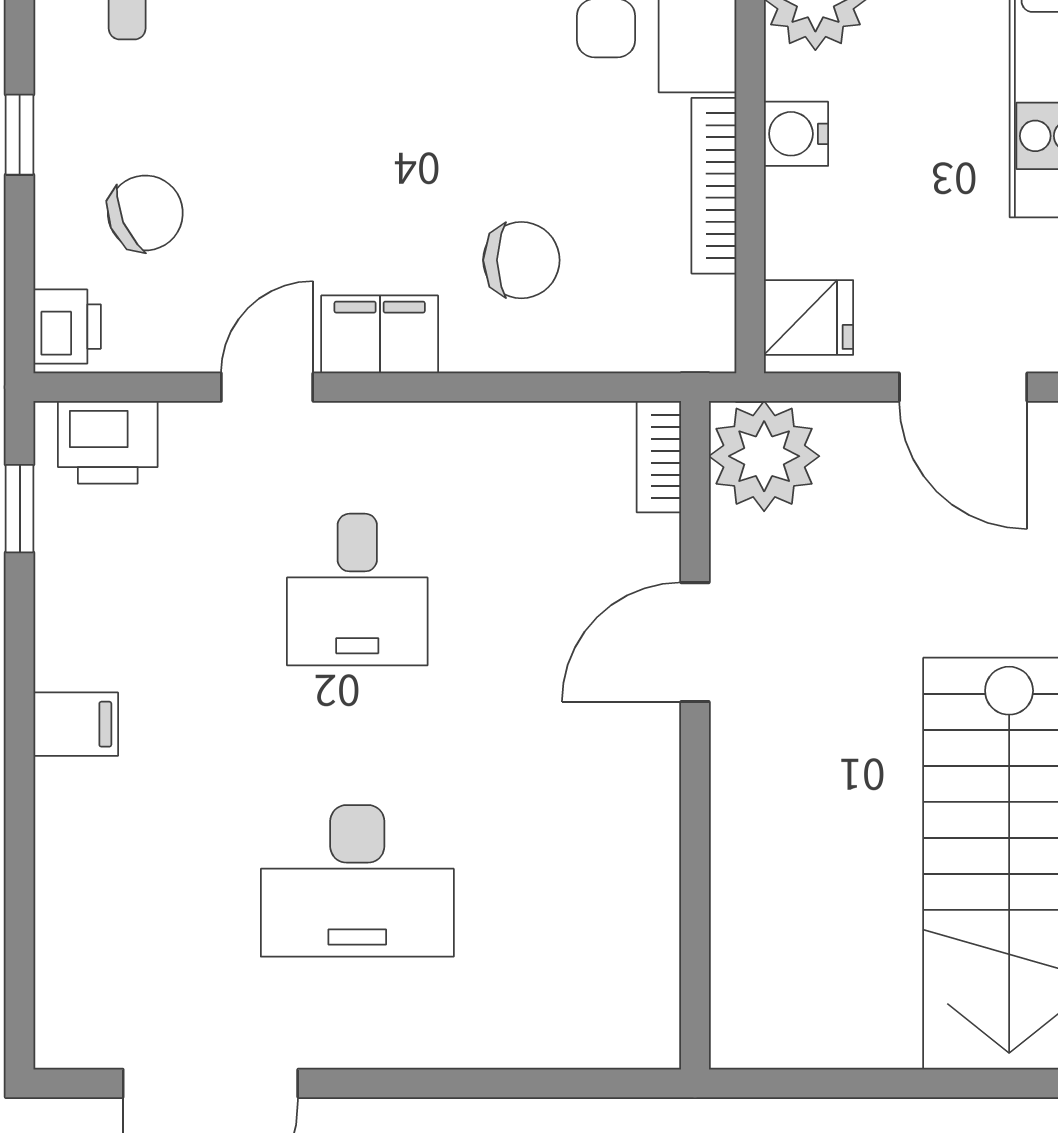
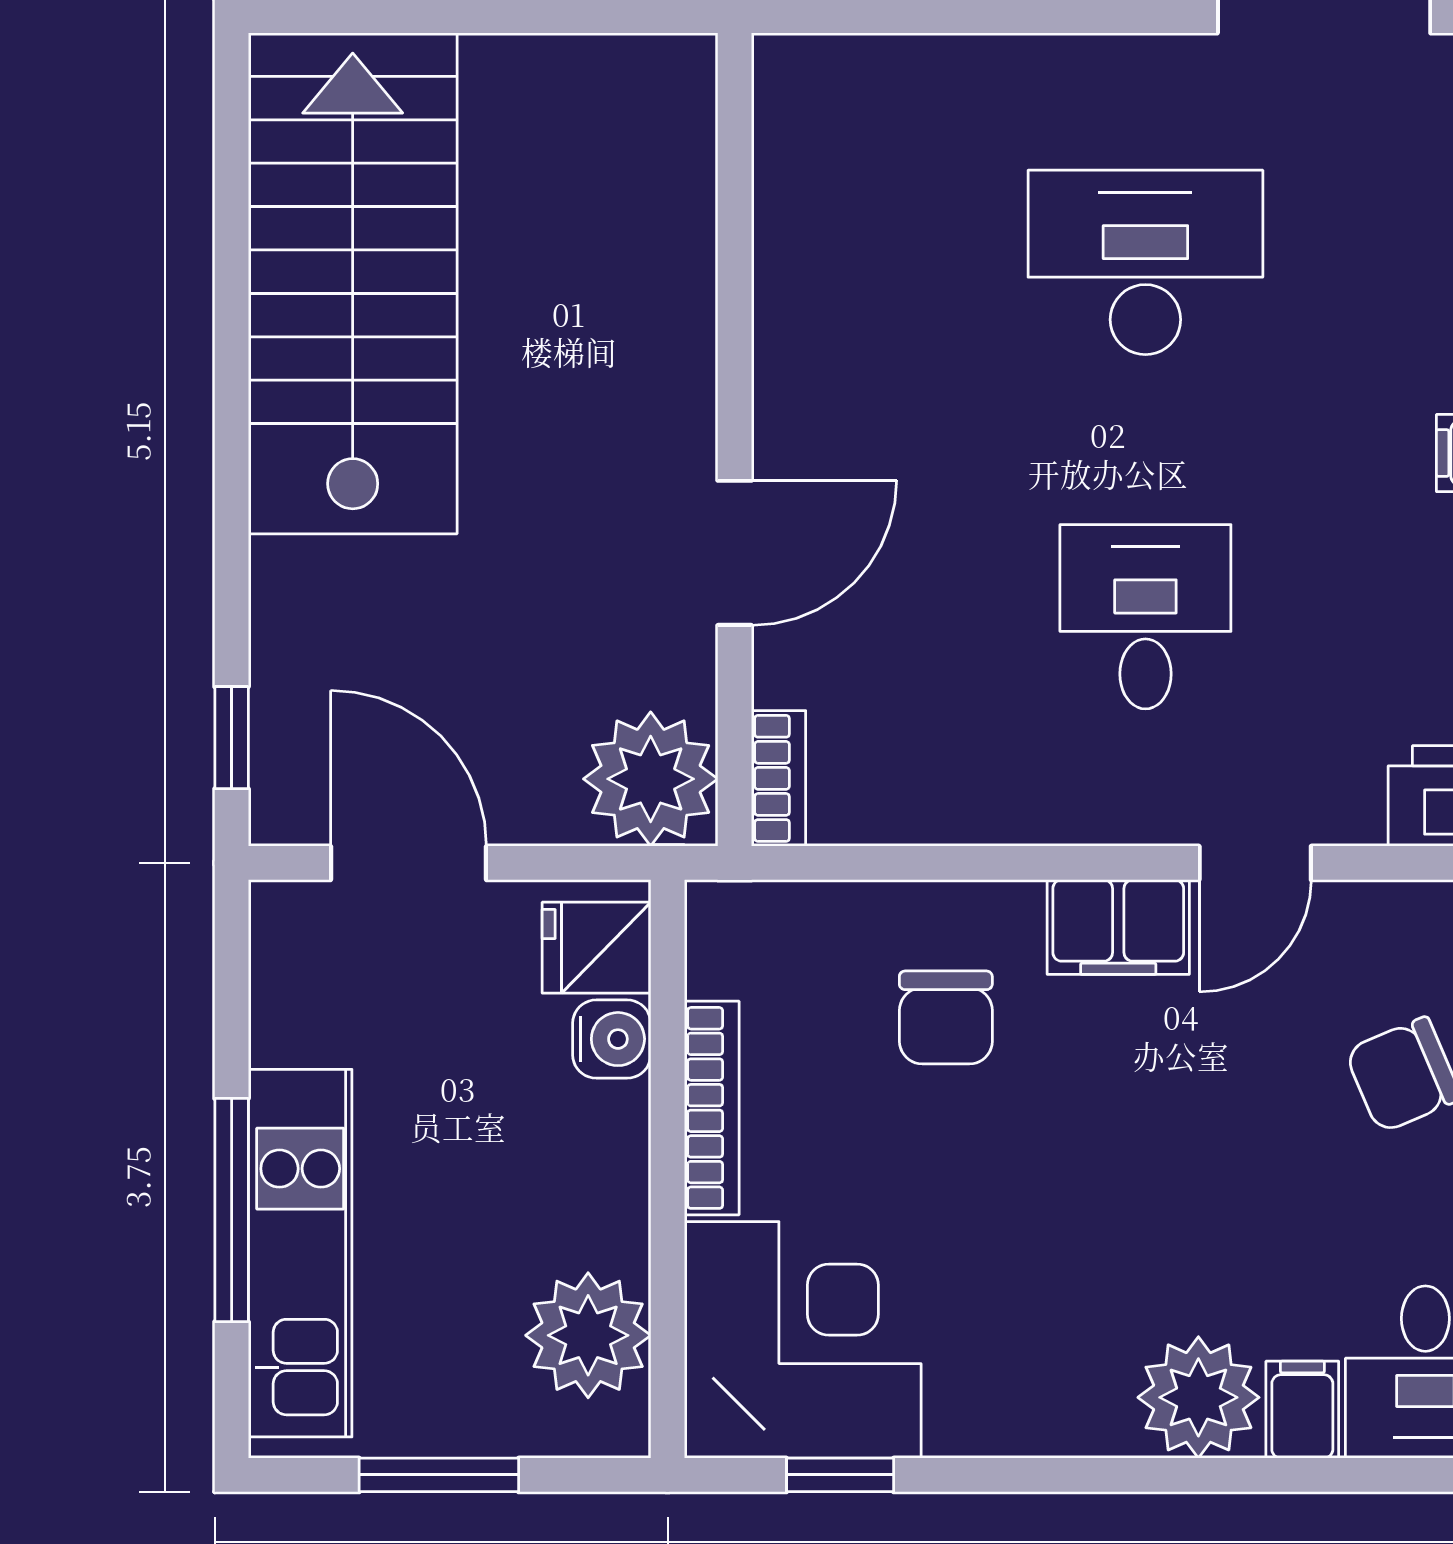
water cooler: (796, 134) -> (612, 1039), moved
chair: (521, 260) -> (946, 1017), turned -90

